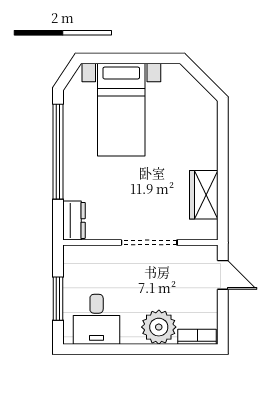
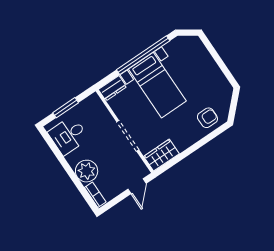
bed with nightstands: (121, 110) -> (157, 85), moved, turned -90
armchair: (196, 123) -> (207, 118), added
wardrobe: (204, 195) -> (161, 155), moved

